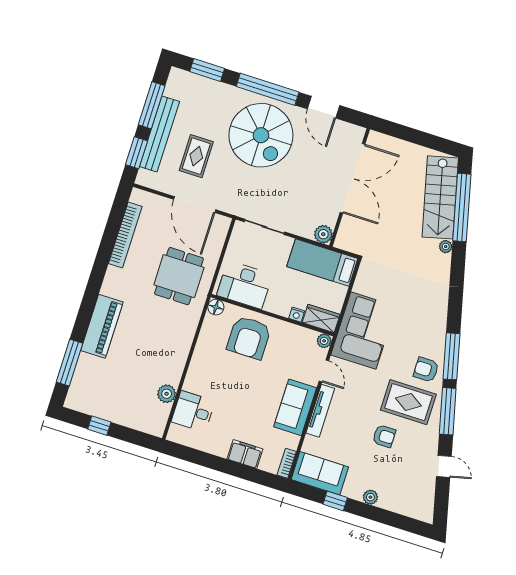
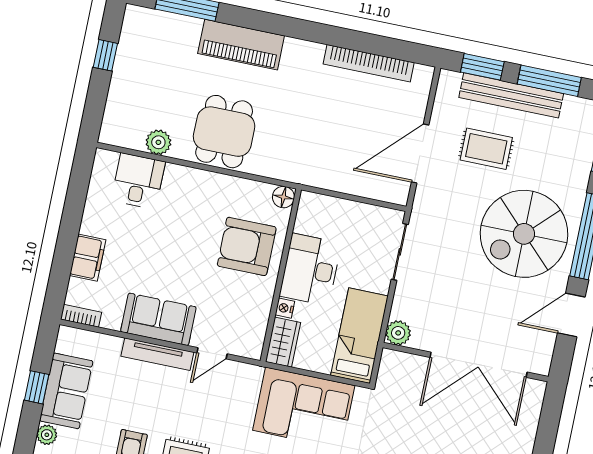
dining table: (179, 276) -> (224, 132), moved, turned 90
desk: (245, 285) -> (310, 270), moved
corner sofa: (363, 331) -> (304, 408), moved
plant: (324, 341) -> (253, 349), removed
sofa: (320, 473) -> (66, 391), moved

